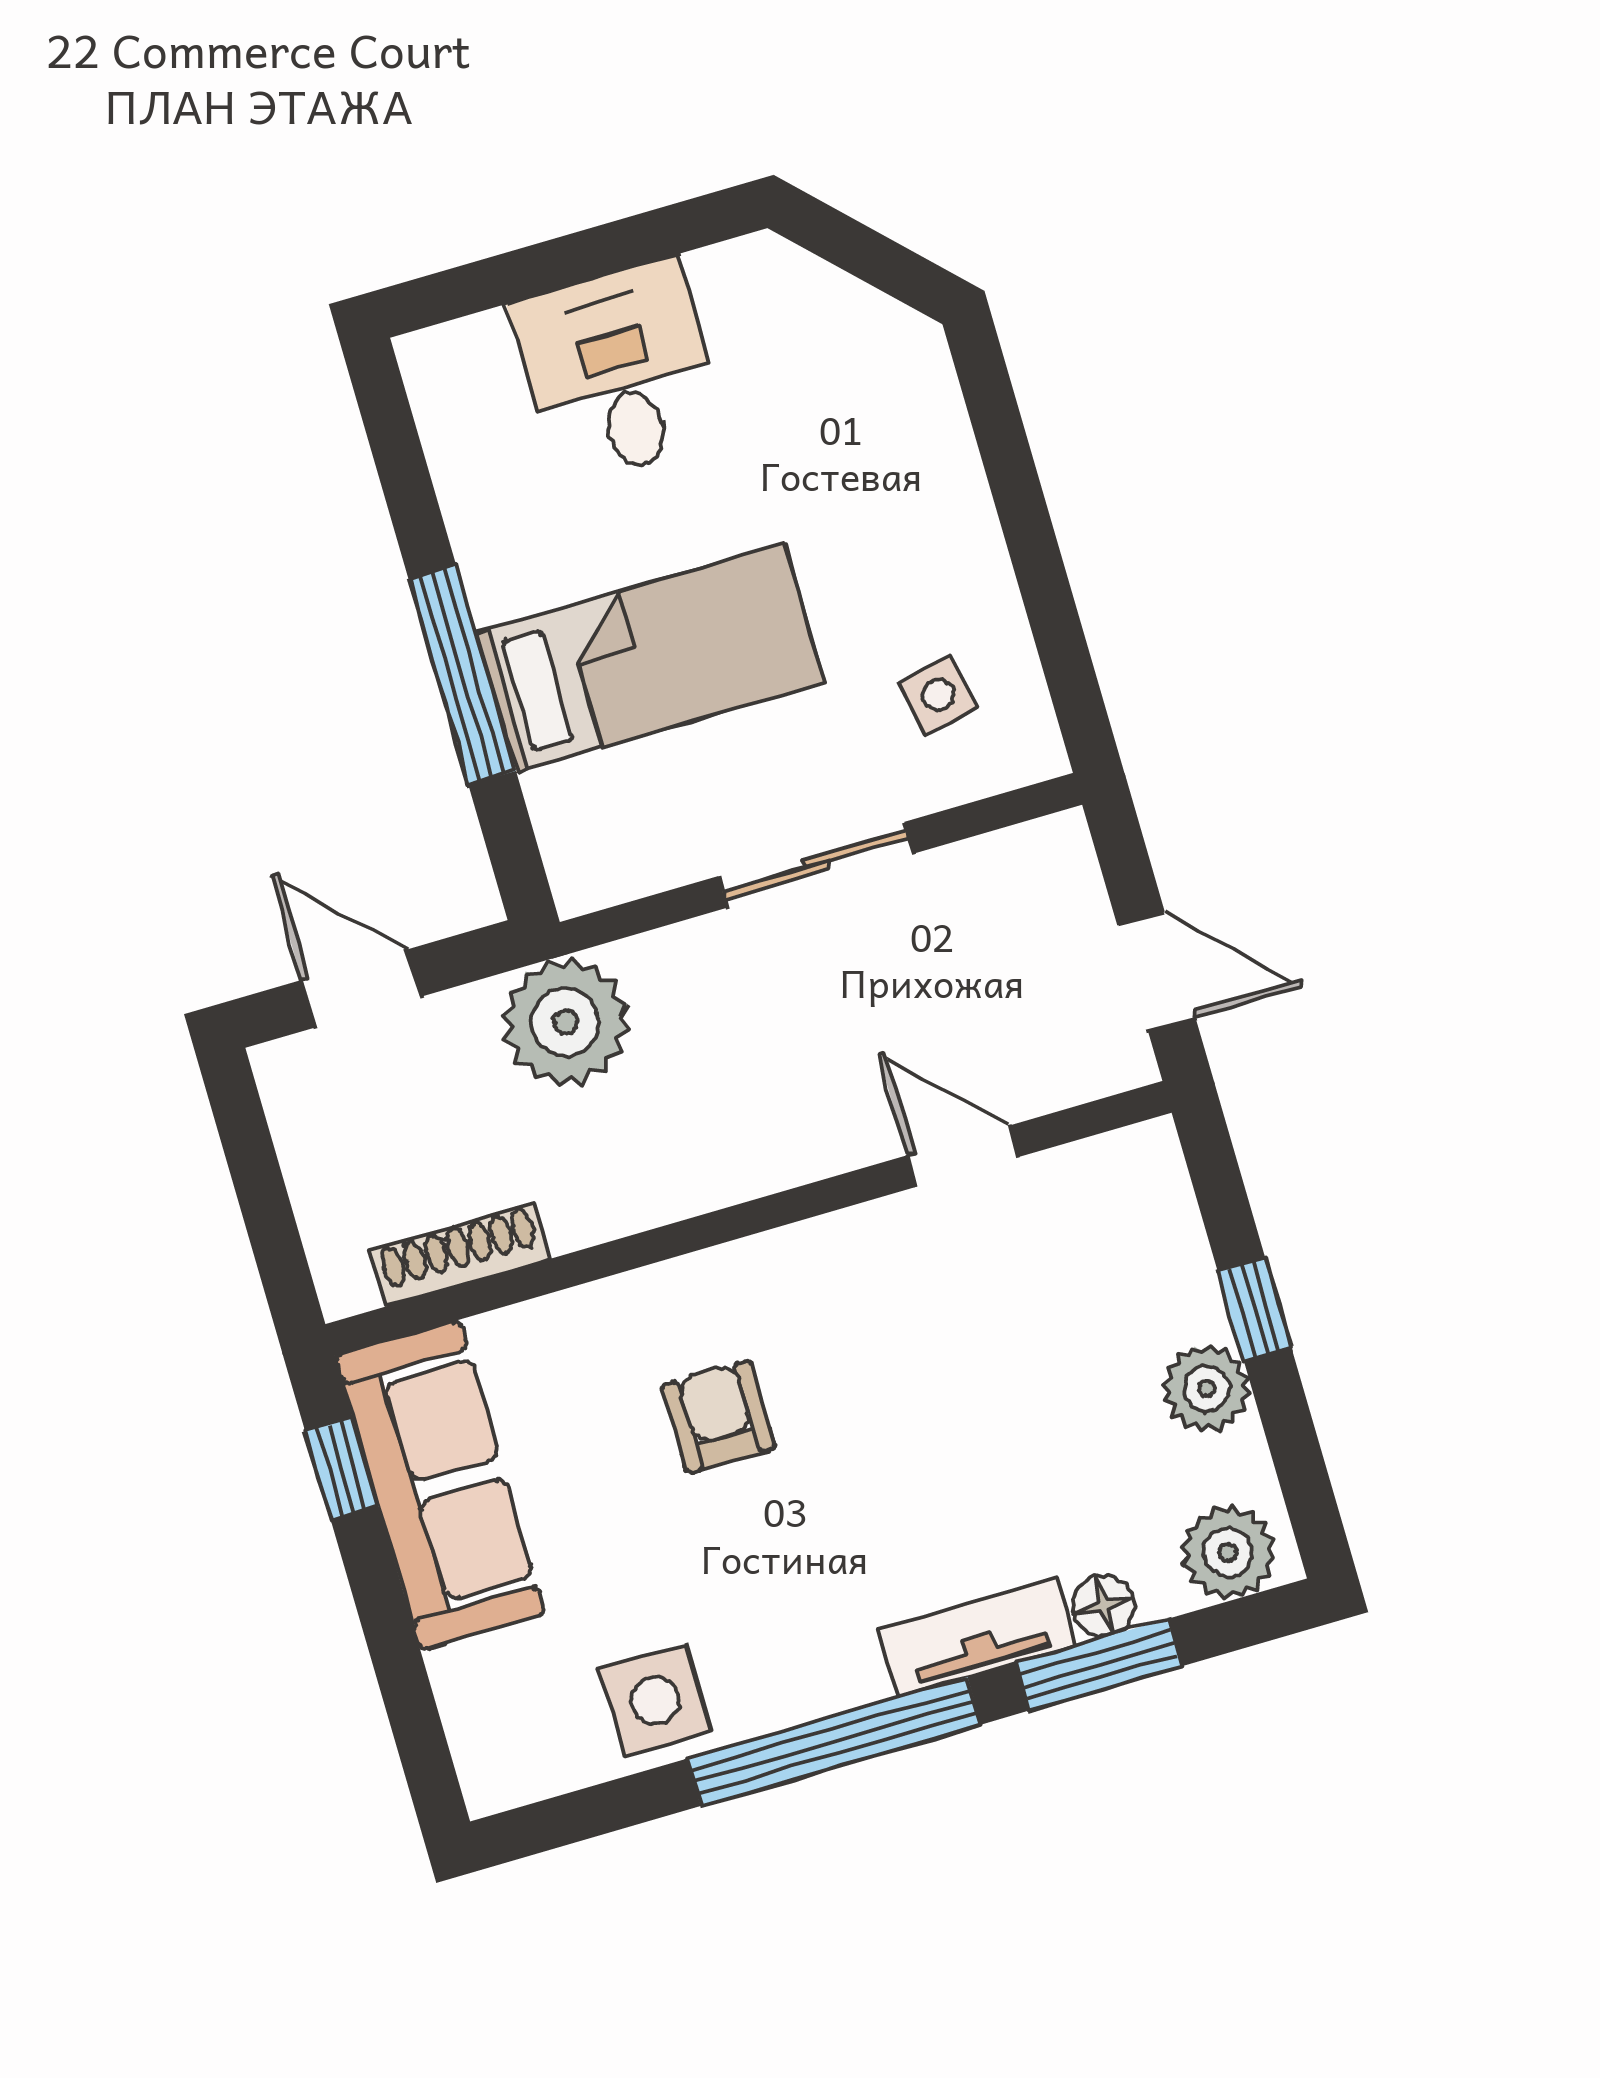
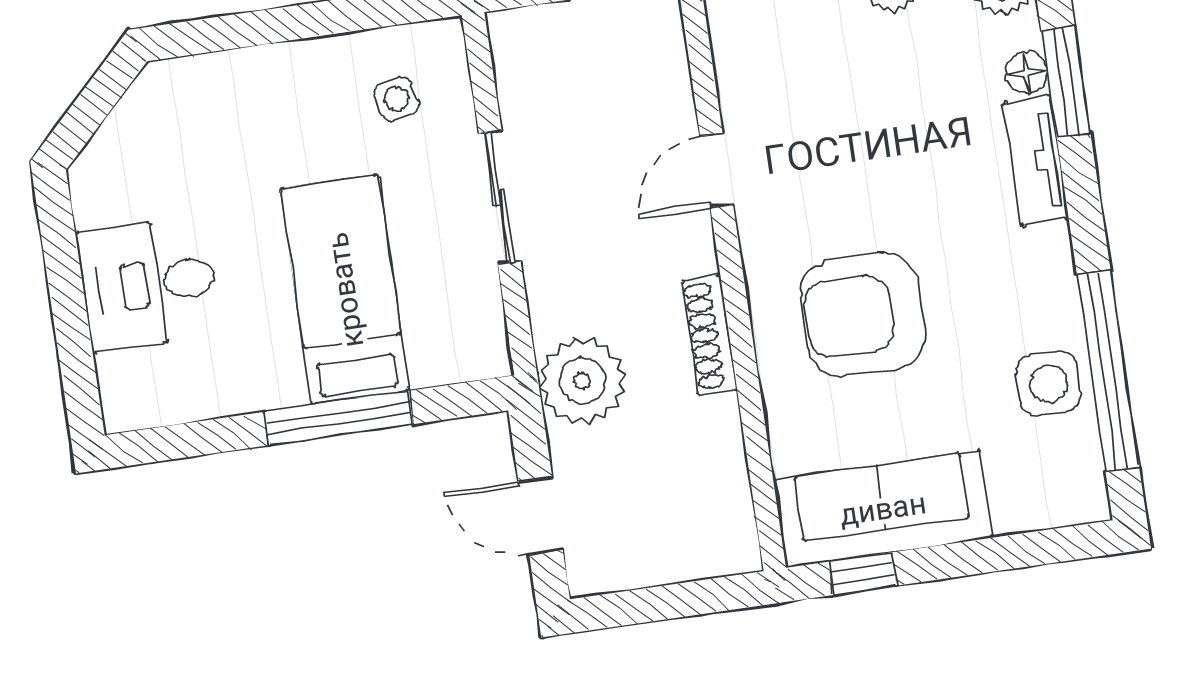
door: (361, 988) -> (541, 516), hinge flipped
door: (963, 1156) -> (717, 170), moved
shoe rack: (460, 1255) -> (709, 335), moved
armchair: (719, 1416) -> (863, 314), width x1.88, depth x1.88
window: (834, 1742) -> (1108, 371), moved

